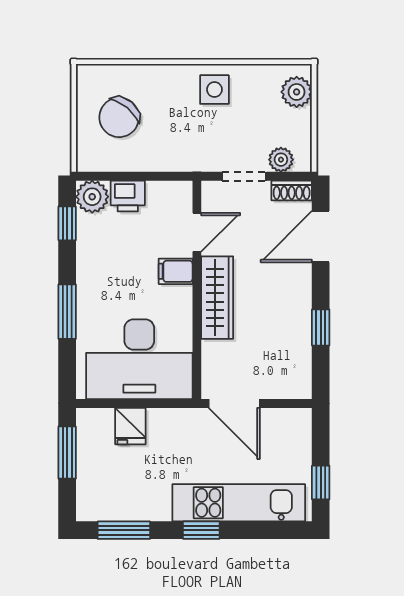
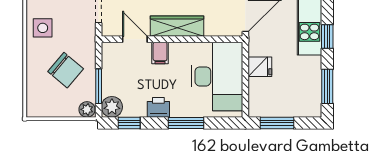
chair: (119, 117) -> (66, 70), moved
plant: (88, 158) -> (87, 109), added
window: (124, 176) -> (99, 86), added
printer: (128, 196) -> (158, 107), moved, turned -90
fridge: (130, 426) -> (260, 67), moved

